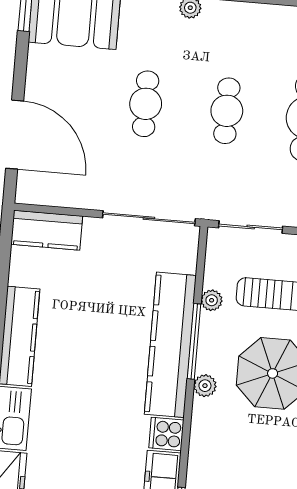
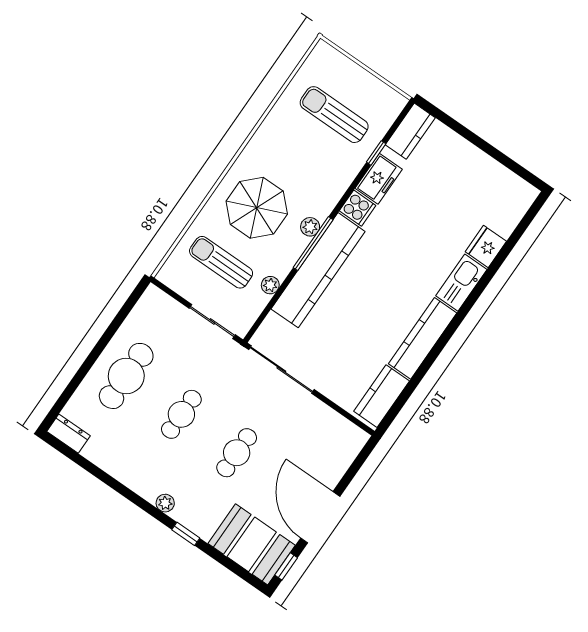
door: (15, 135) -> (320, 517), moved
kitchen counter: (47, 230) -> (382, 396), moved, turned -90
window: (194, 341) -> (313, 244), moved

